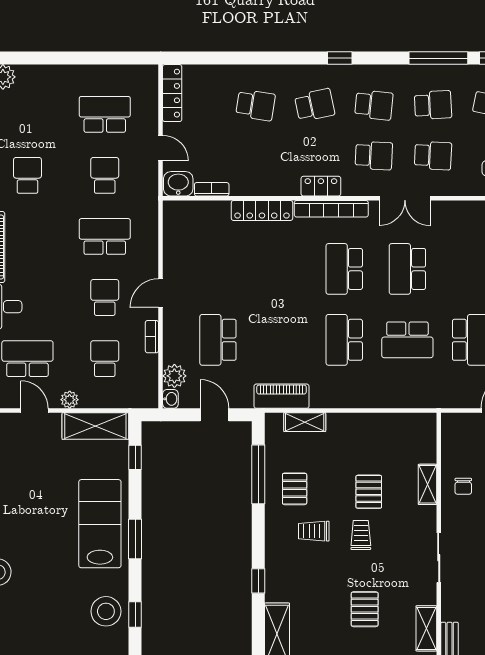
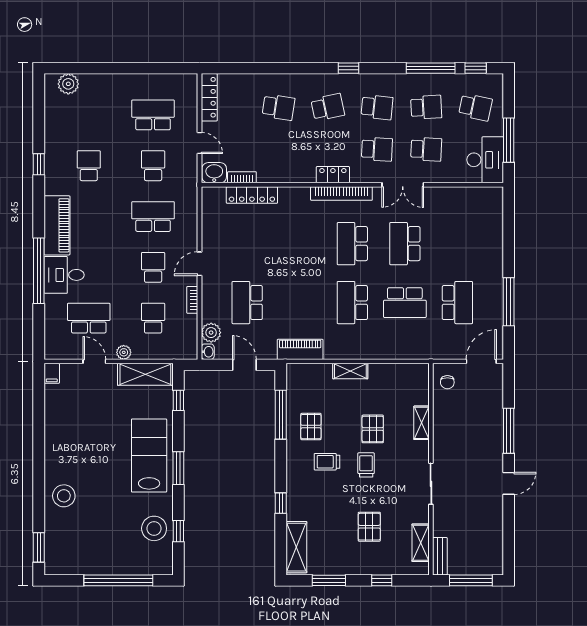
locker: (262, 210) -> (252, 195), moved
shelving: (305, 422) -> (350, 371), moved
chair: (463, 486) -> (447, 382), moved

